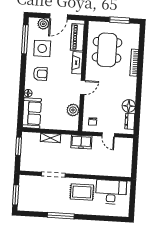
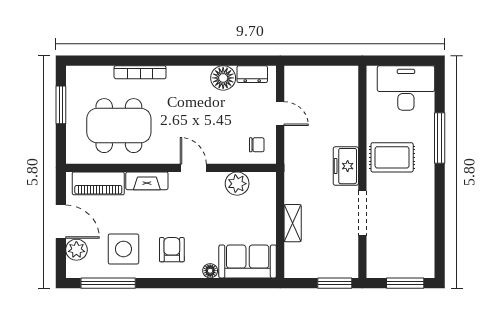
door: (108, 135) -> (280, 114), hinge flipped
freezer: (81, 142) -> (346, 166), moved, turned 180
window: (19, 146) -> (335, 283), moved
rug: (82, 192) -> (392, 157), turned 90
desk: (111, 192) -> (406, 88), moved, turned 90
window: (61, 216) -> (440, 138), moved

